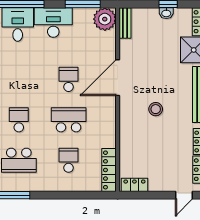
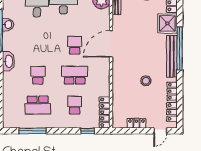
stool: (156, 109) -> (146, 81), moved
locker: (134, 185) -> (136, 123), moved
window: (86, 195) -> (87, 131), added

